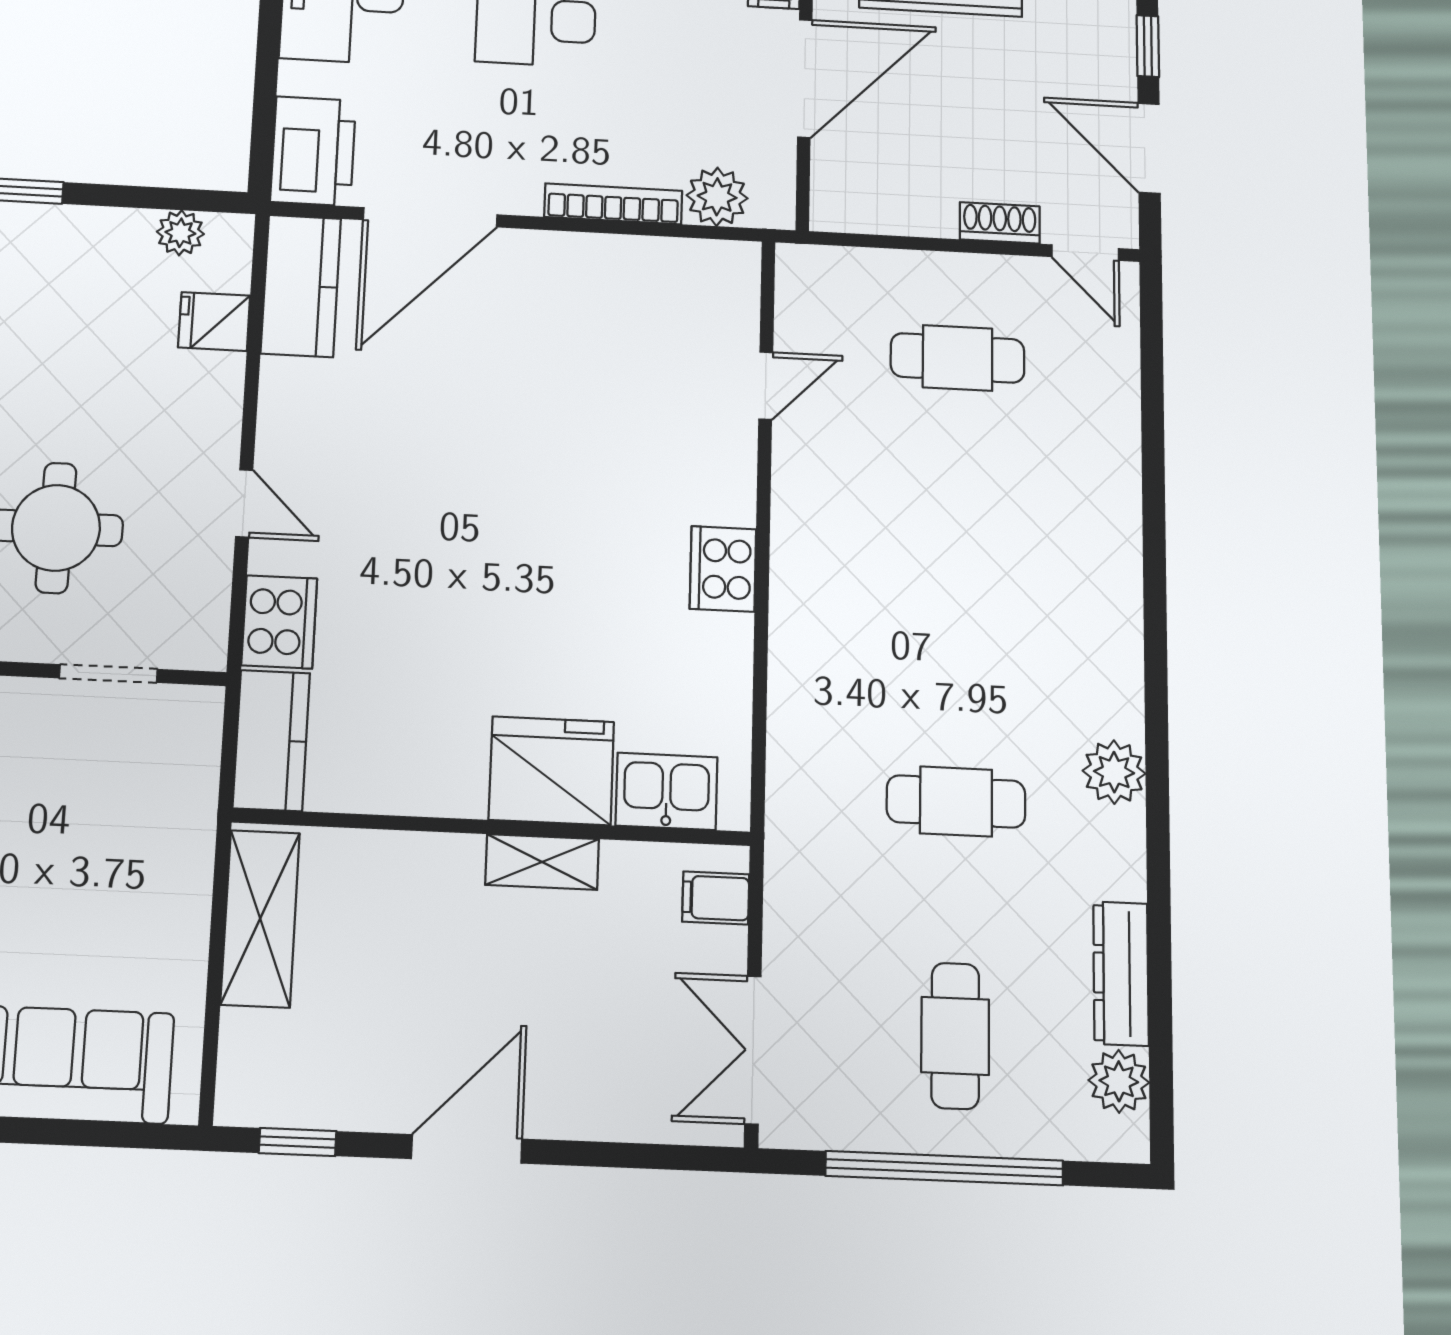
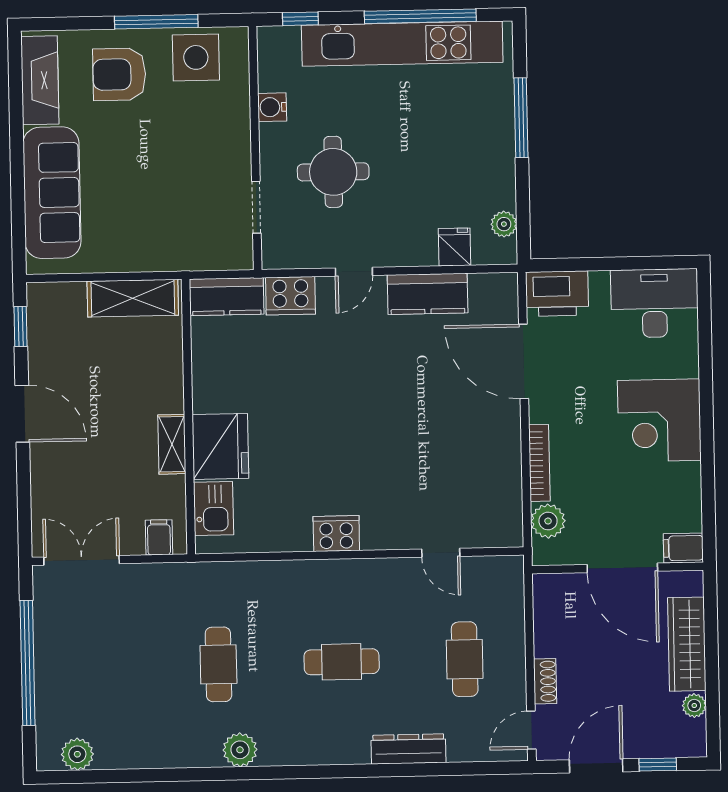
kitchen counter: (301, 286) -> (428, 294), moved
dresser: (1121, 973) -> (408, 749), moved
cafe table: (955, 1036) -> (342, 662), moved

